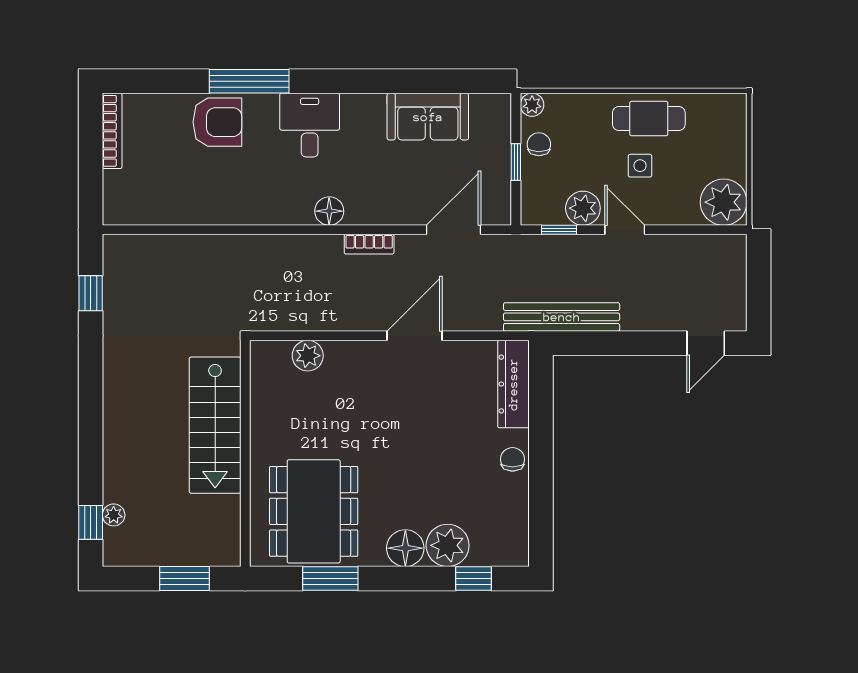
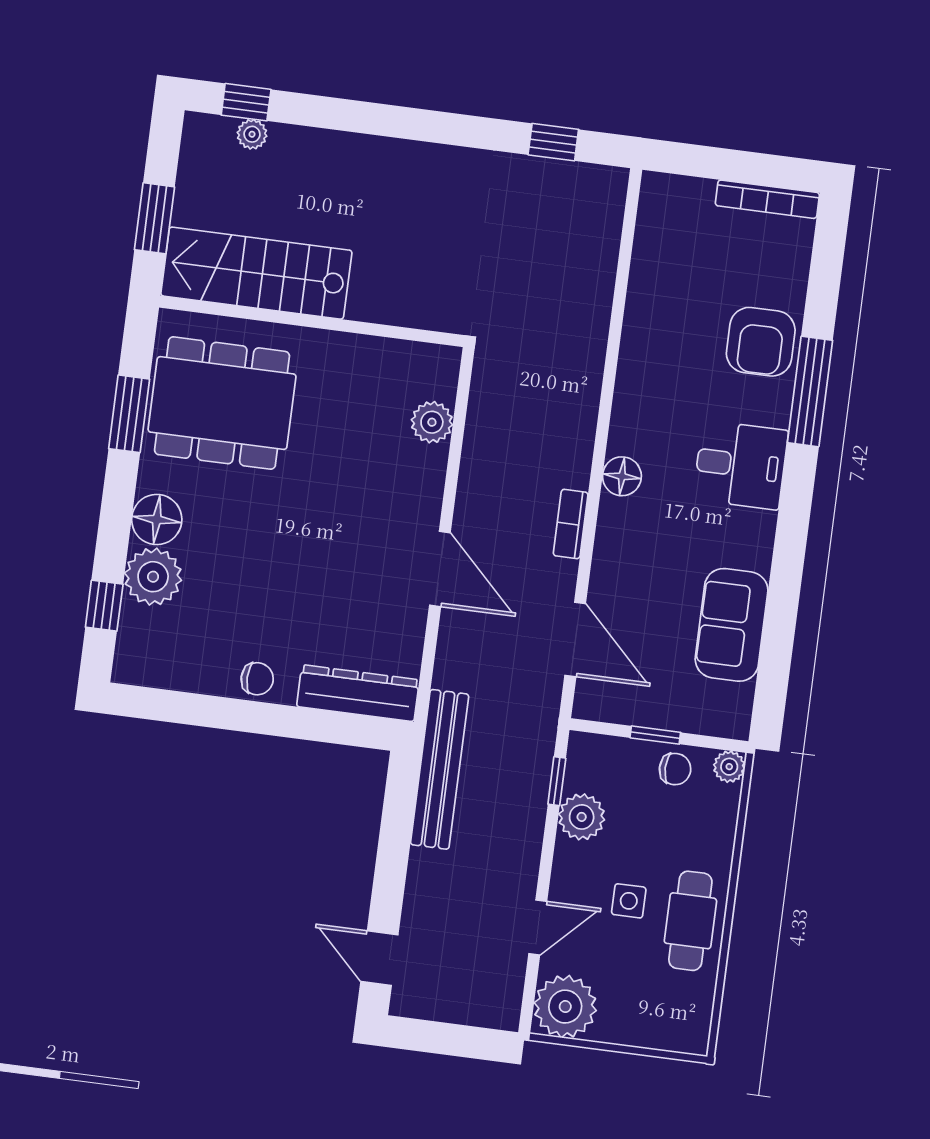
door: (625, 230) -> (538, 927), moved
stairs: (215, 425) -> (256, 273), moved

